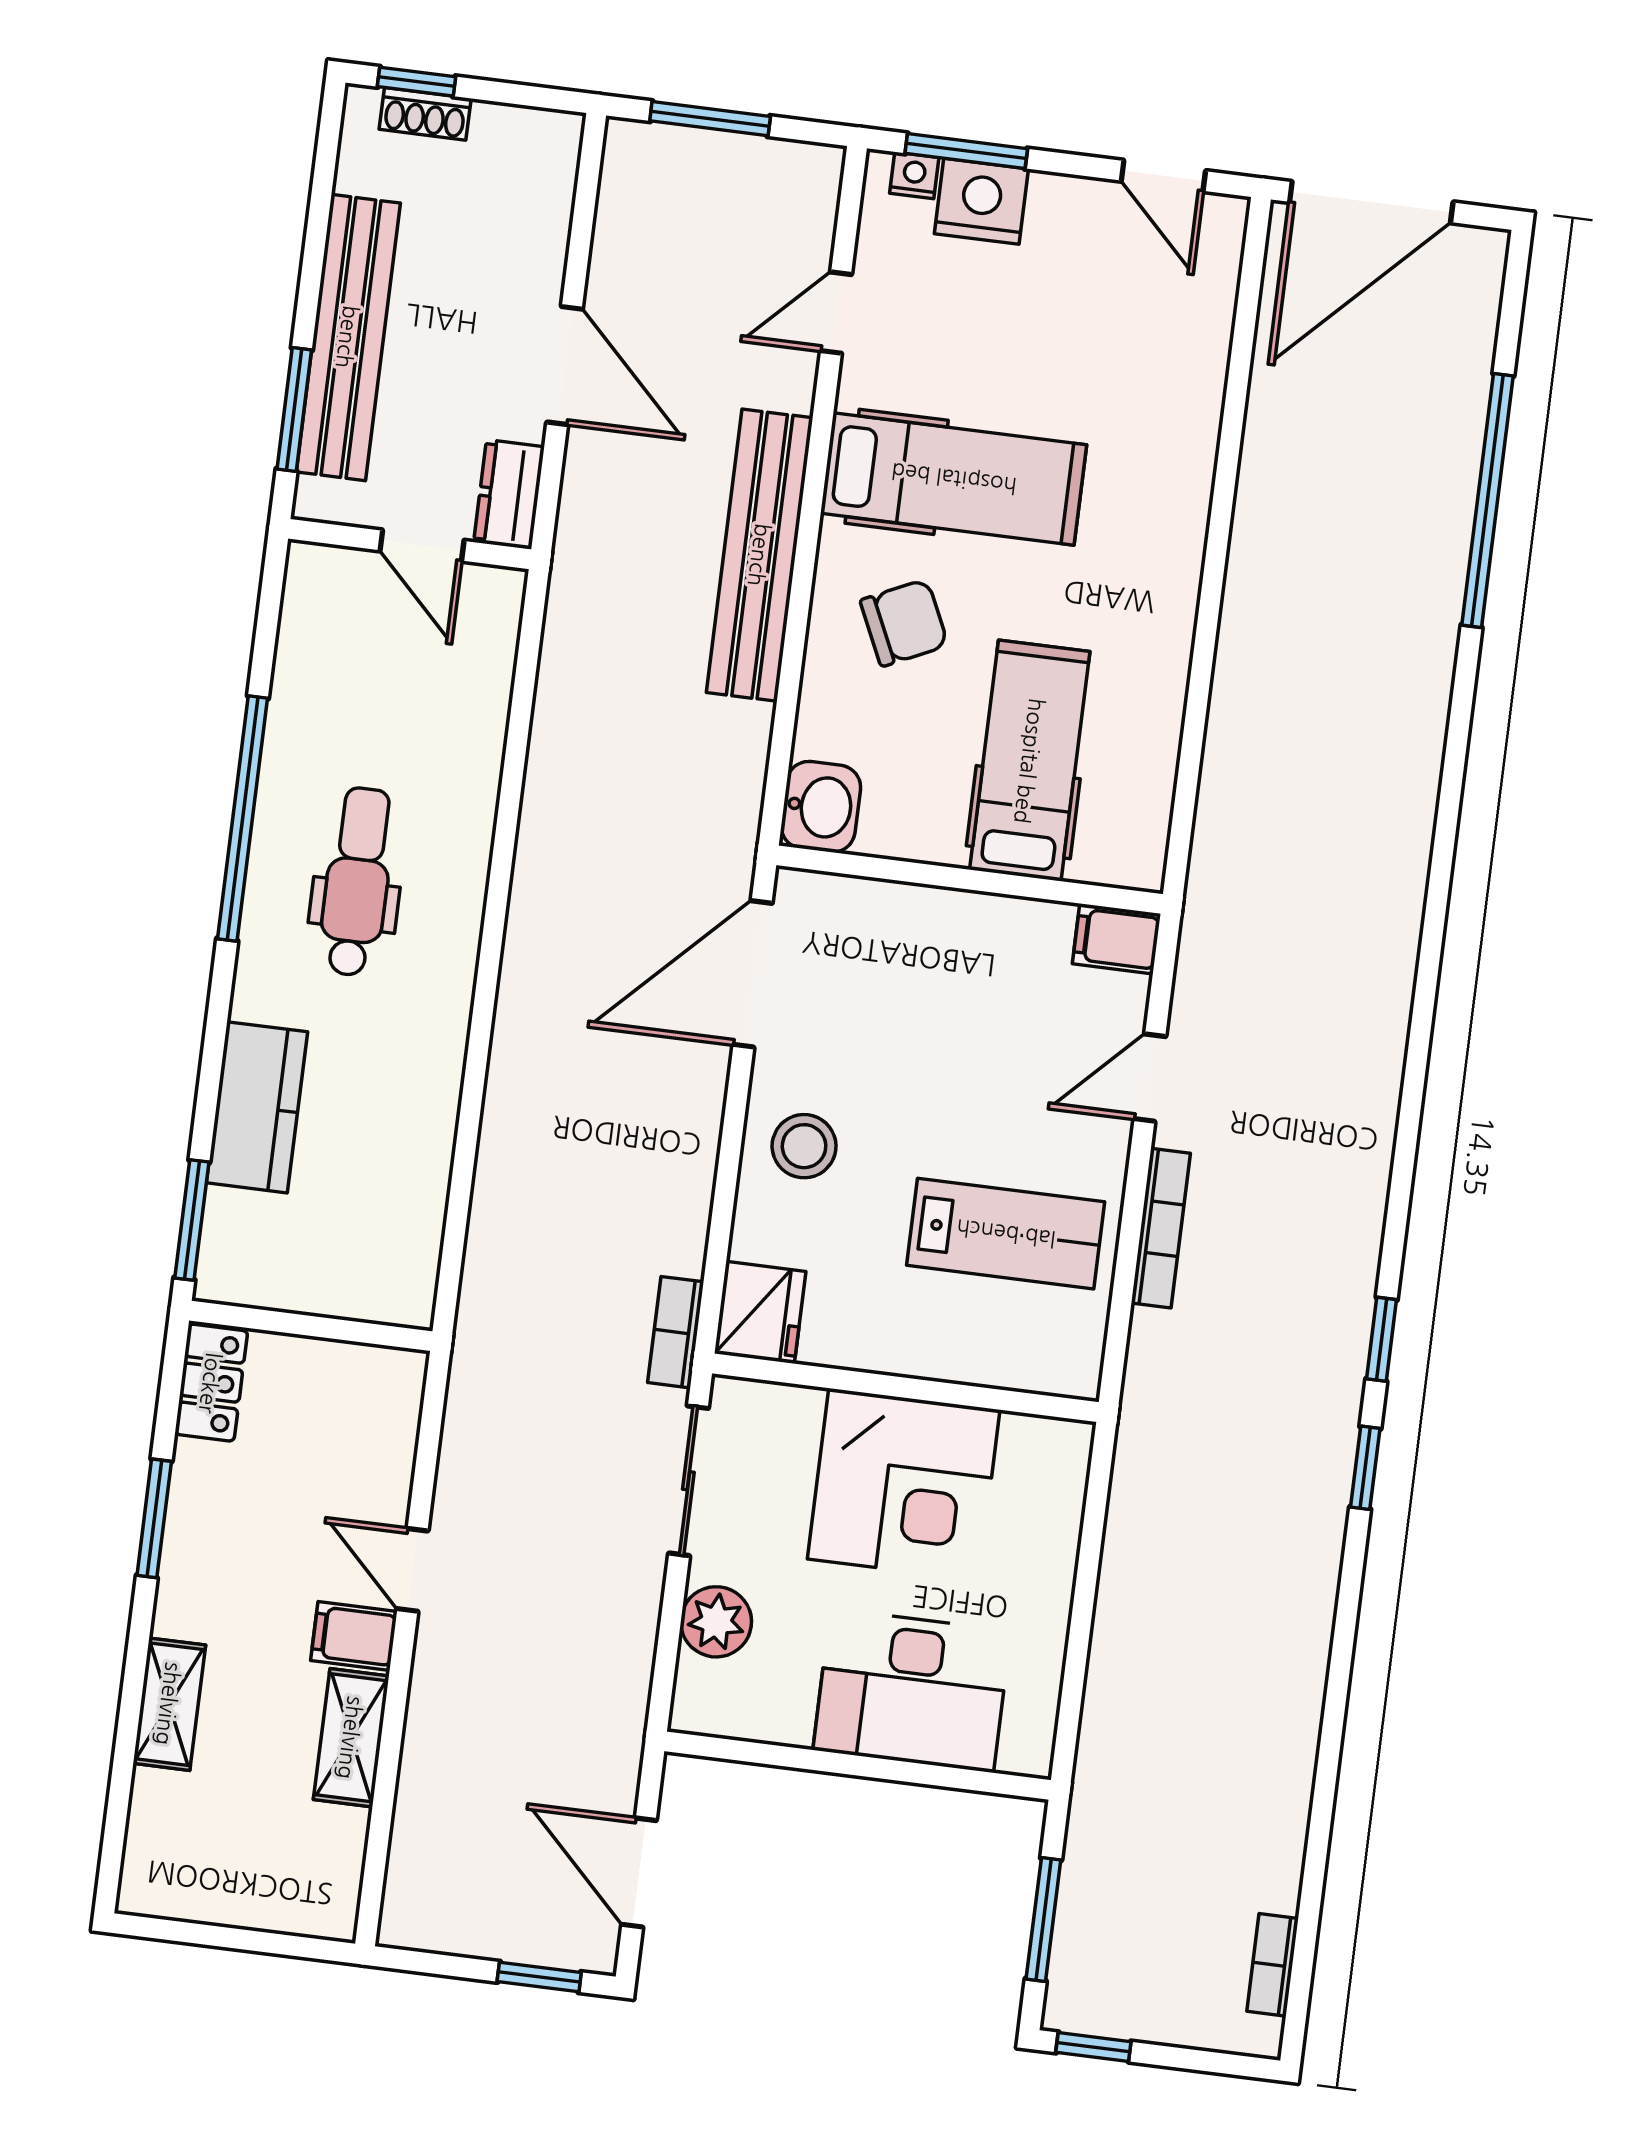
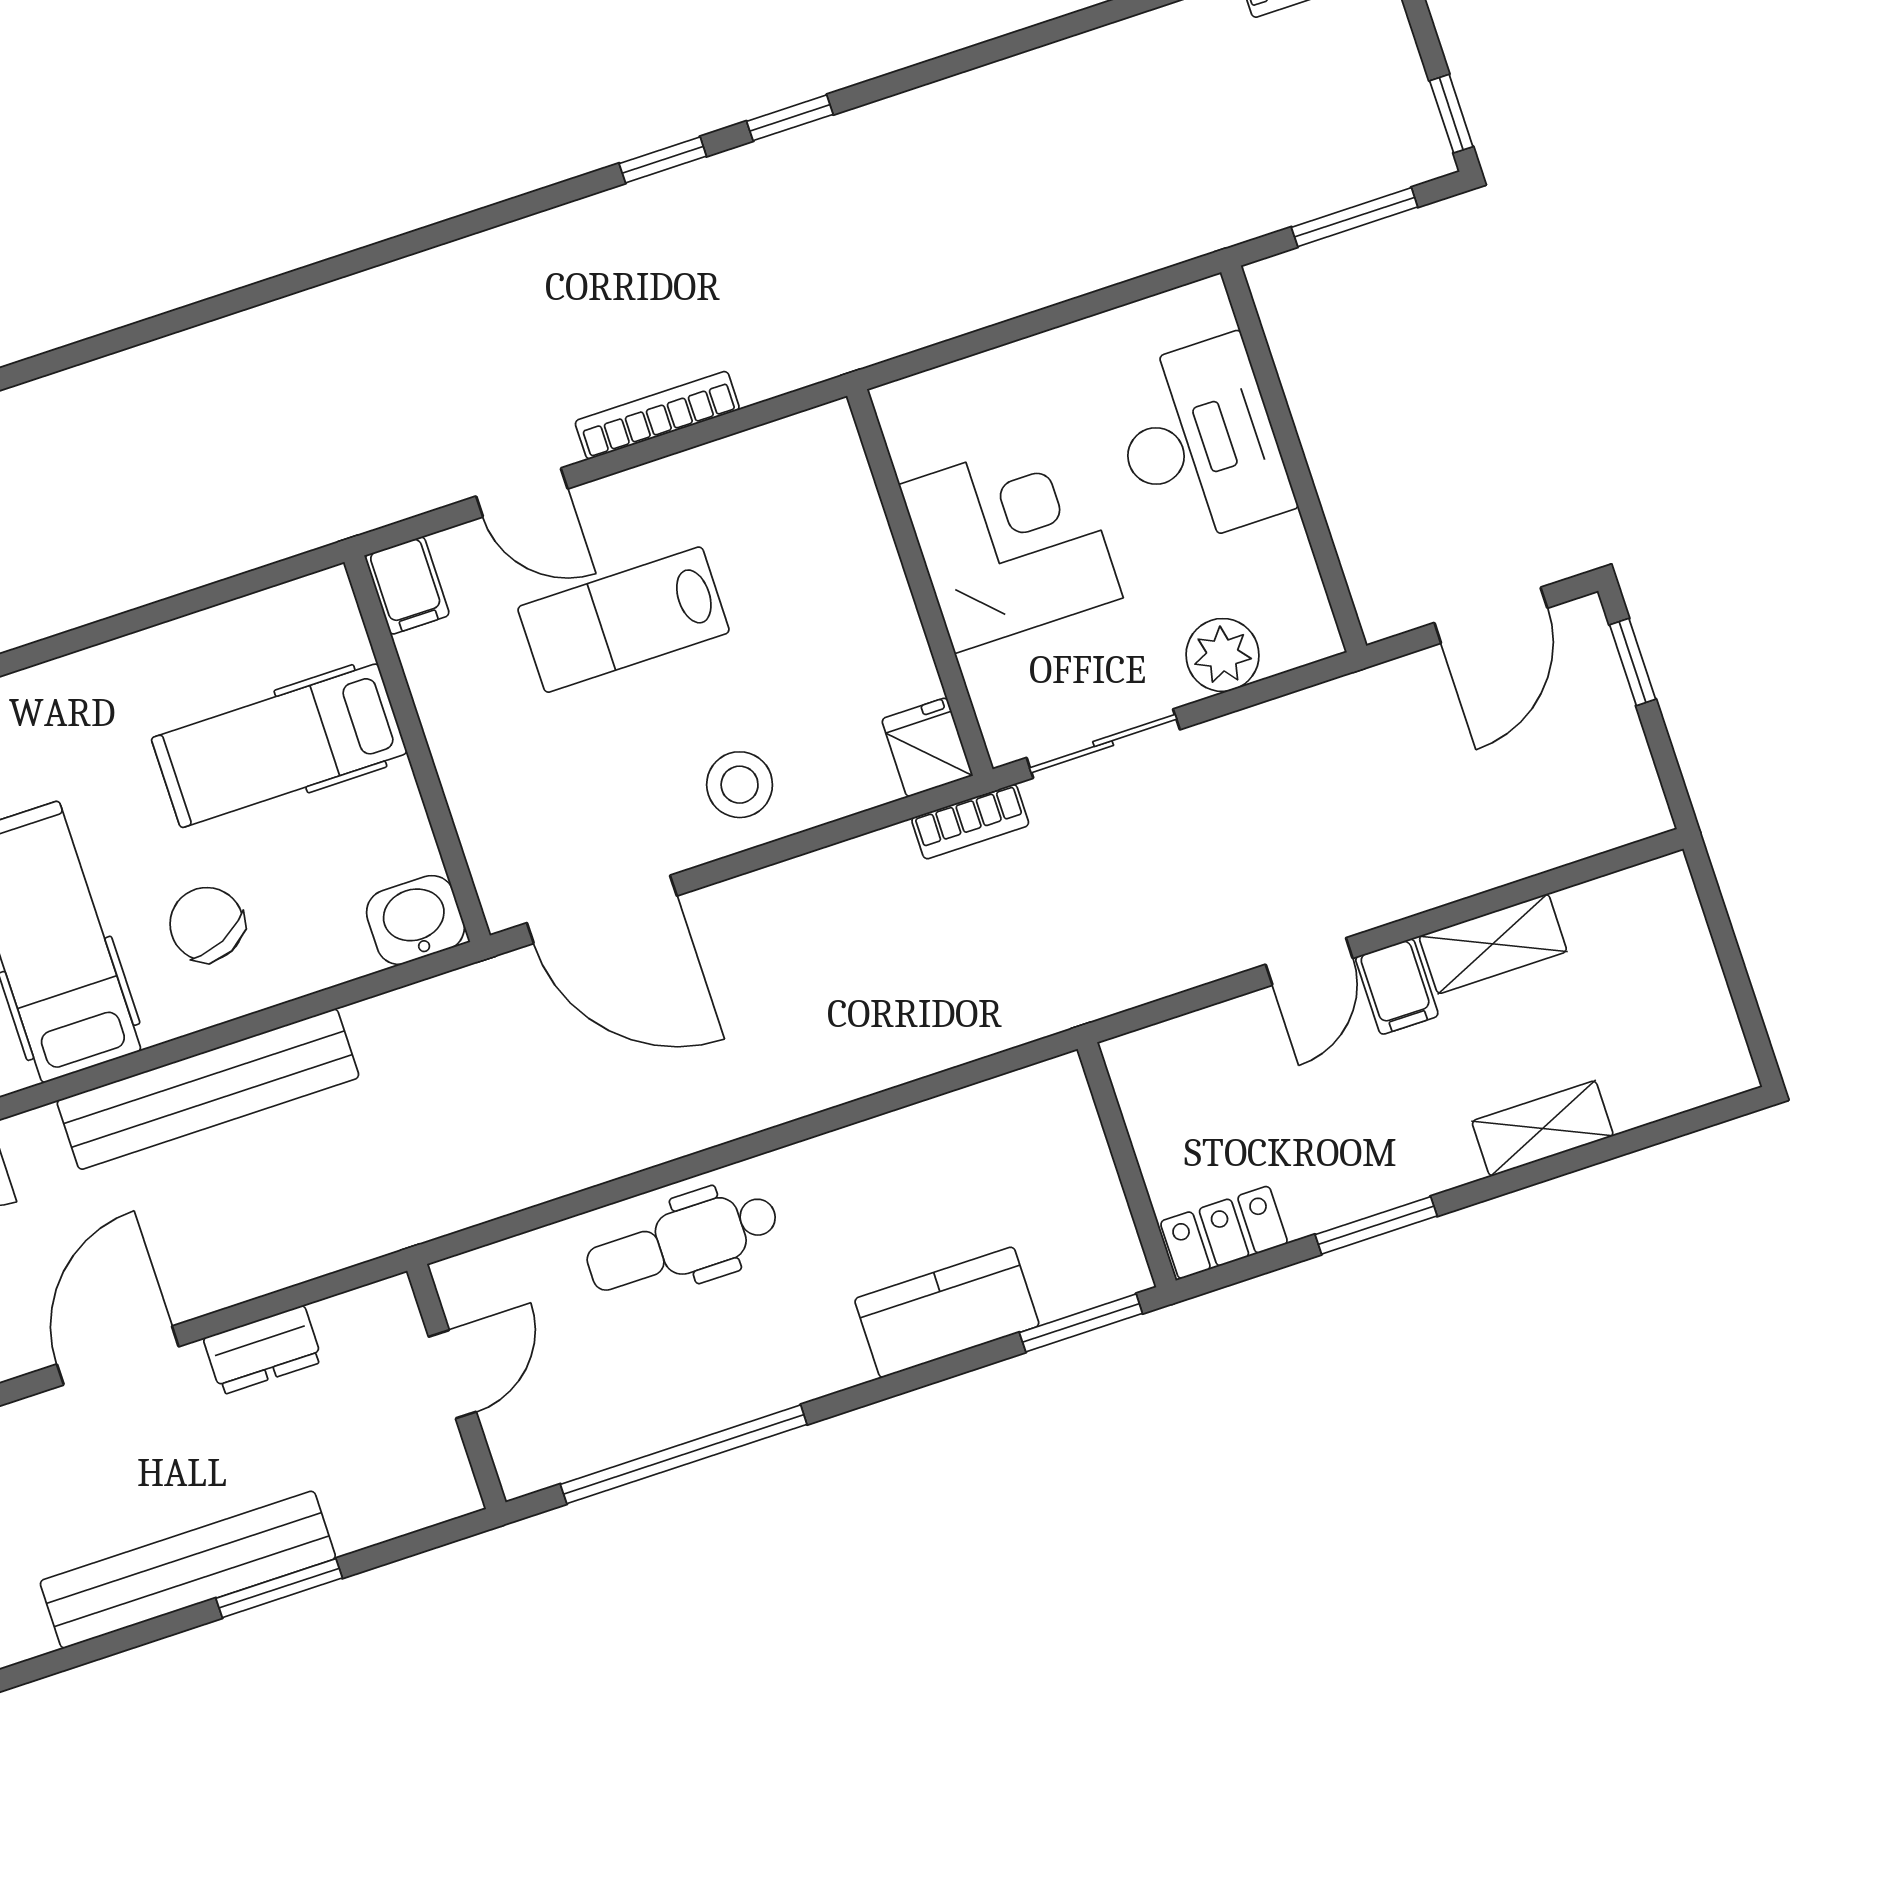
wall: (410, 544) -> (456, 1386), moved
door: (422, 546) -> (452, 1374), moved
dental chair: (357, 882) -> (682, 1242), moved
lab bench: (1006, 1234) -> (624, 620), moved, turned -90
fridge: (760, 1312) -> (927, 747), width x0.72

